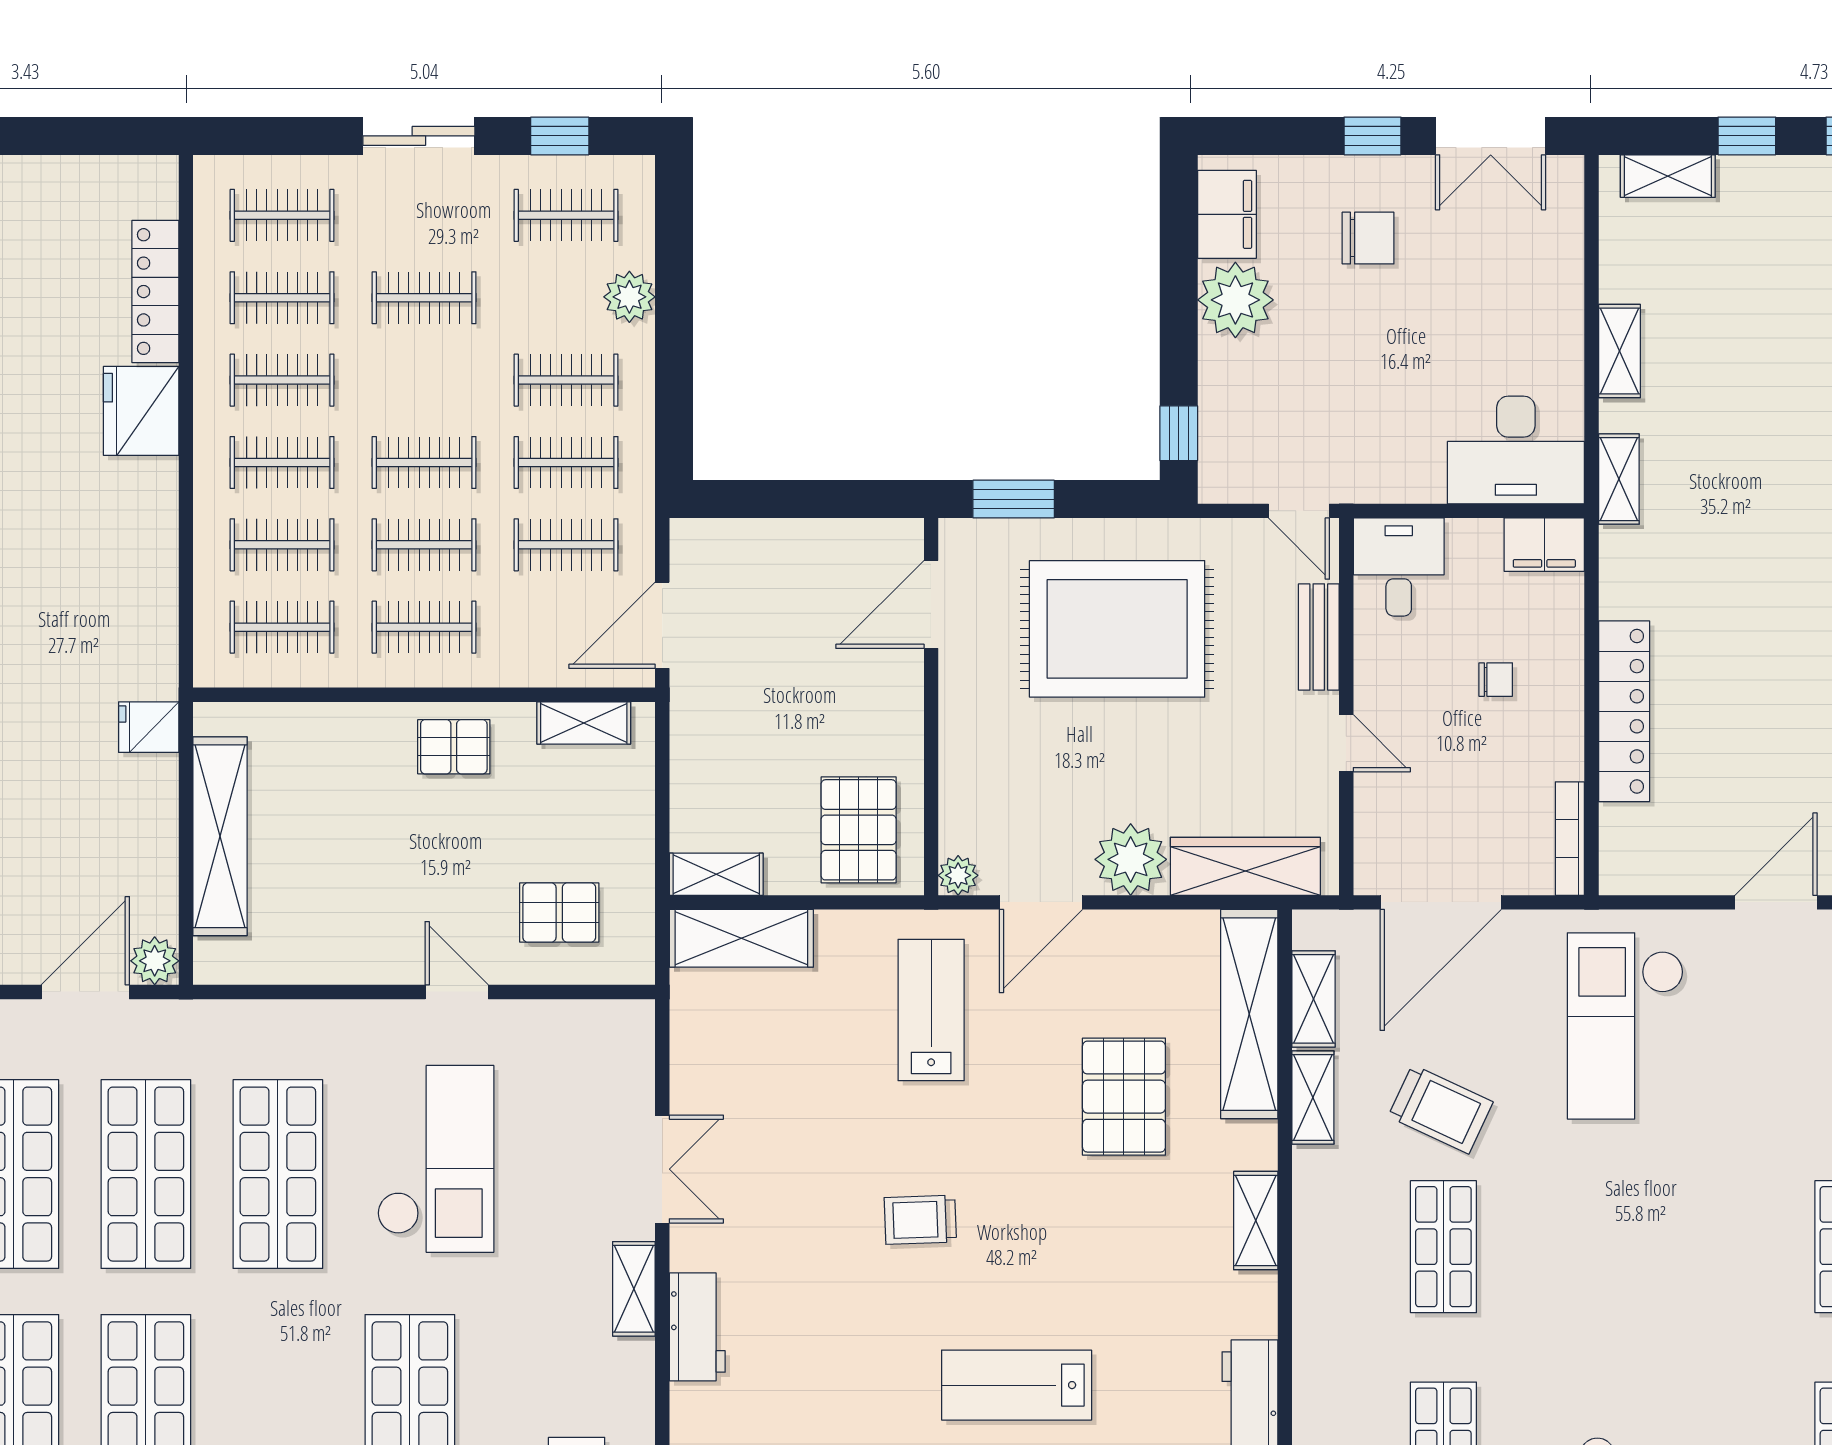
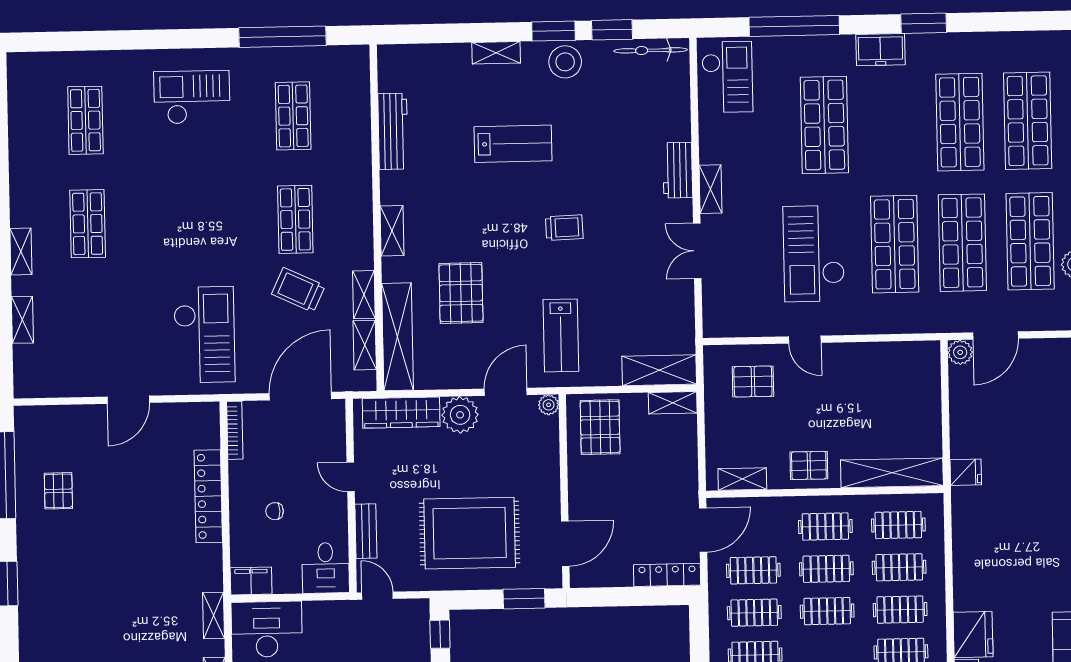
locker: (734, 539) -> (667, 575), added
shelving: (220, 836) -> (892, 473), moved, turned 90

